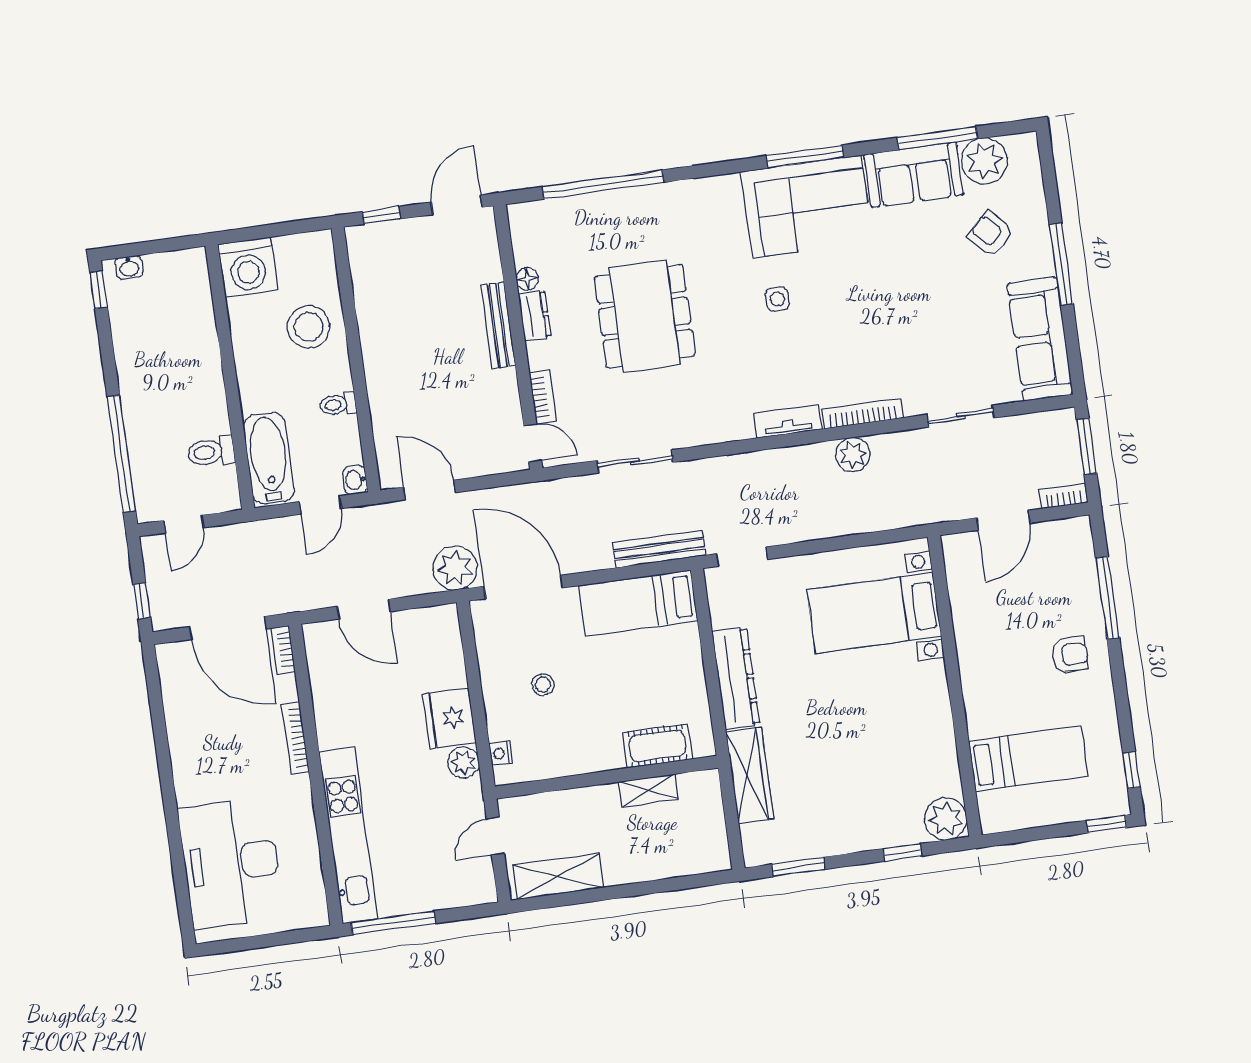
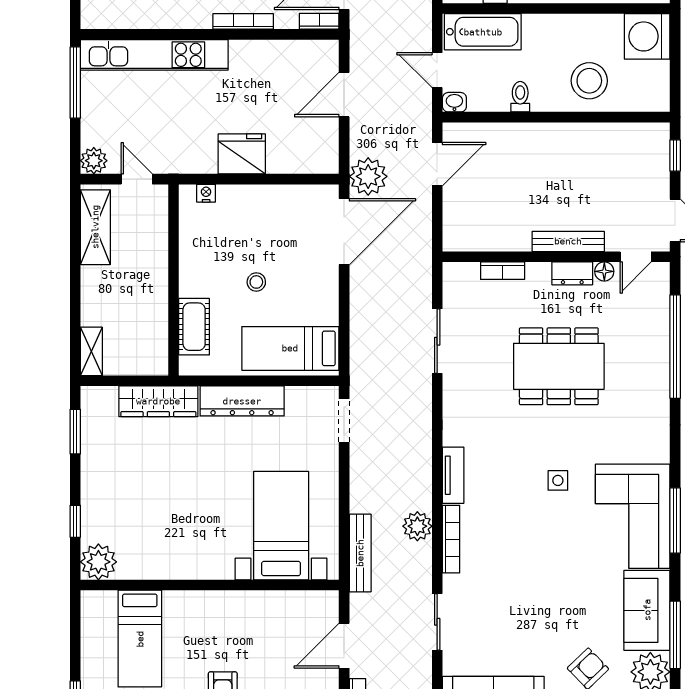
door: (533, 443) -> (636, 257), moved
door: (1003, 520) -> (344, 646), hinge flipped
bench: (659, 549) -> (360, 553), moved
bed: (638, 603) -> (290, 348), moved, turned -90
stool: (543, 685) -> (256, 282), moved
plant: (463, 762) -> (94, 161), moved
shelving: (648, 790) -> (91, 351), moved

